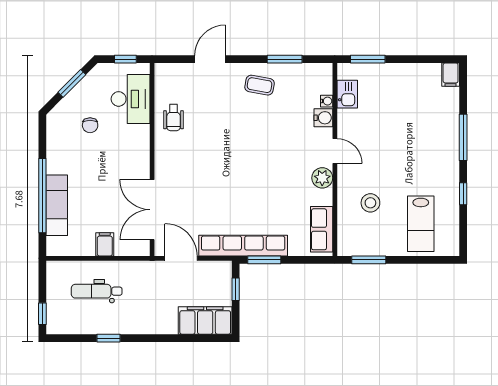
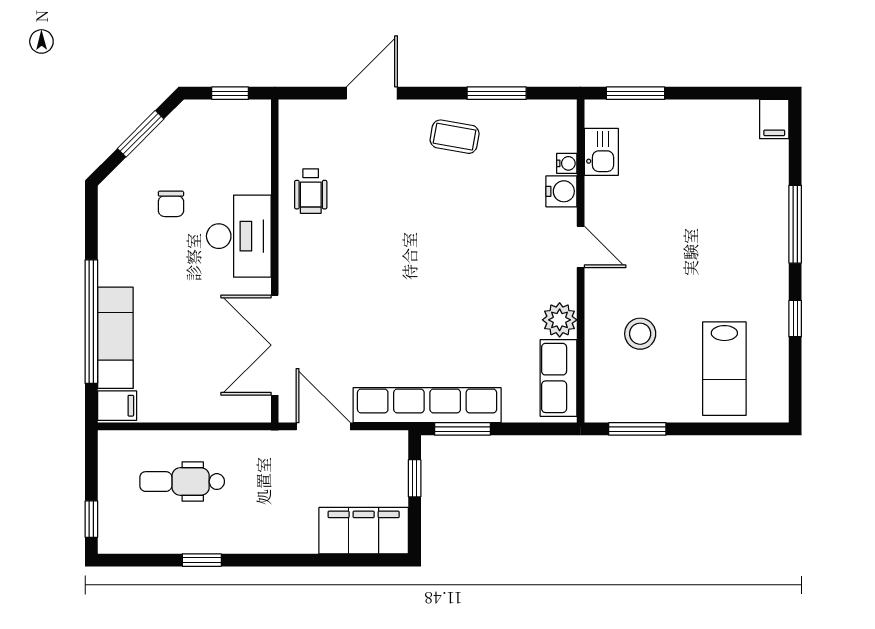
desk: (131, 99) -> (239, 236), moved
plant: (322, 178) -> (560, 320), moved
filing cabinet: (105, 244) -> (117, 406), moved, turned 90

